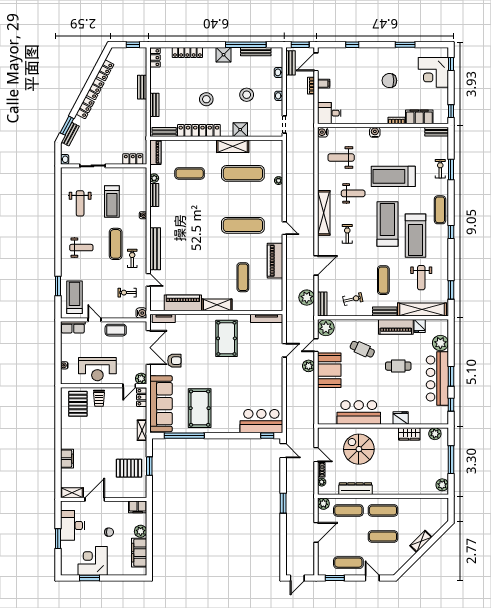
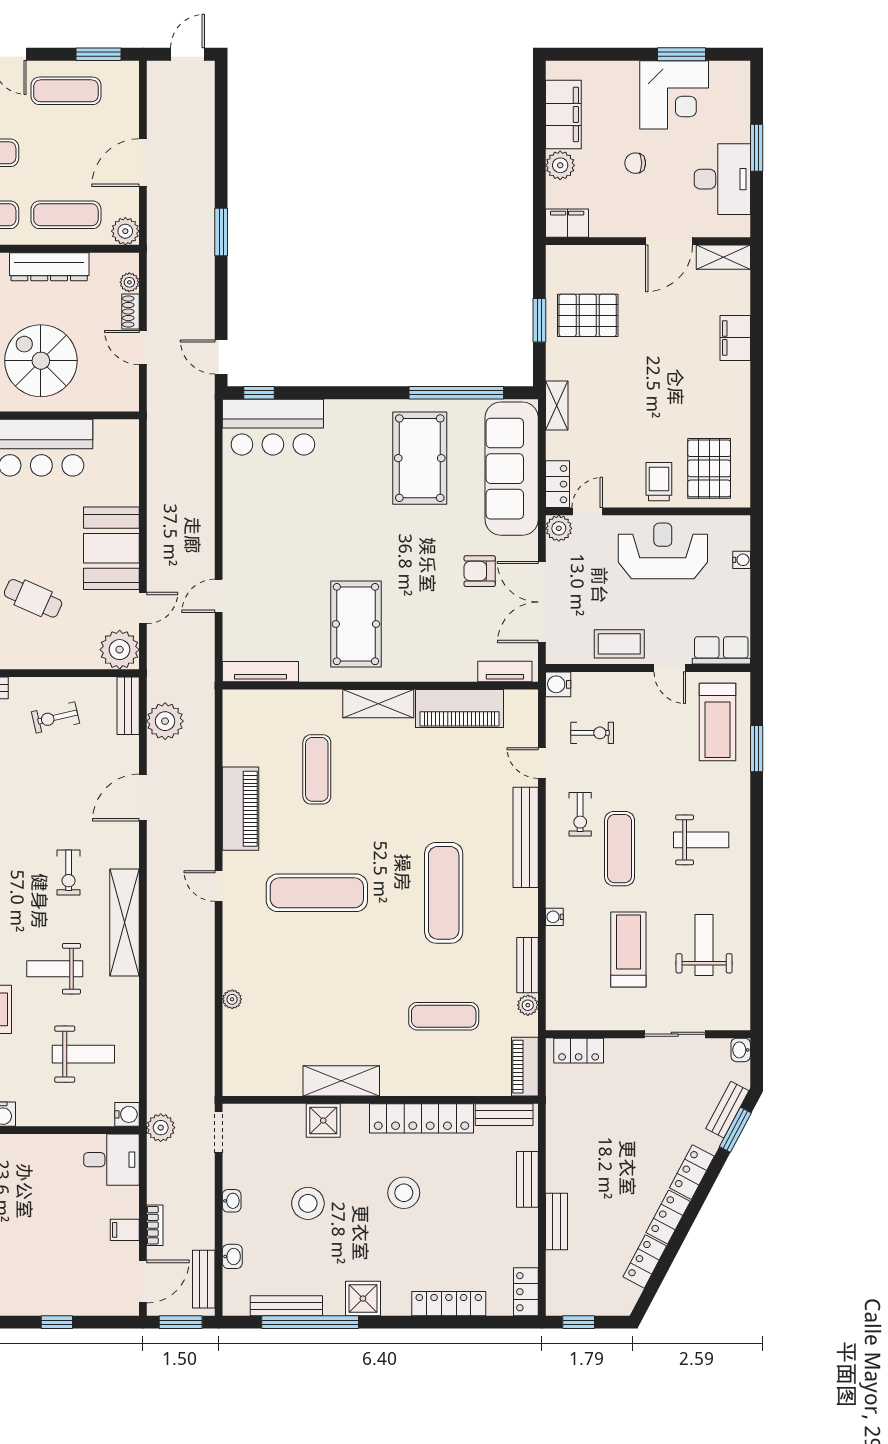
exercise mat: (243, 173) -> (444, 893), moved, turned 90
weight bench: (81, 248) -> (701, 840), turned 180
plant: (309, 366) -> (161, 1128), moved
spiral stairs: (359, 449) -> (41, 361), turned 180

